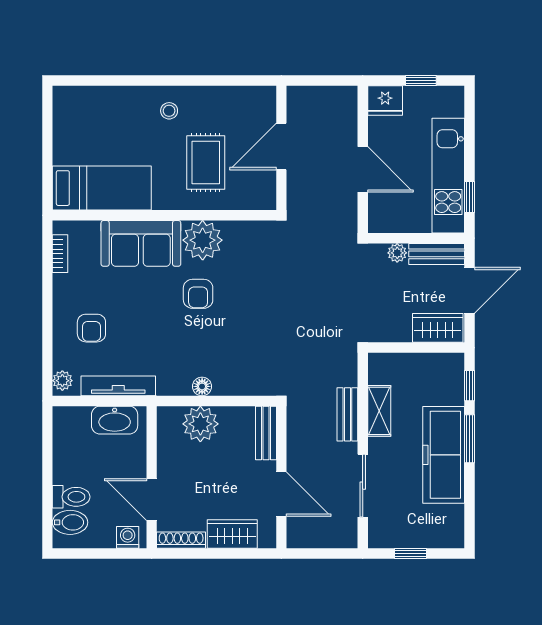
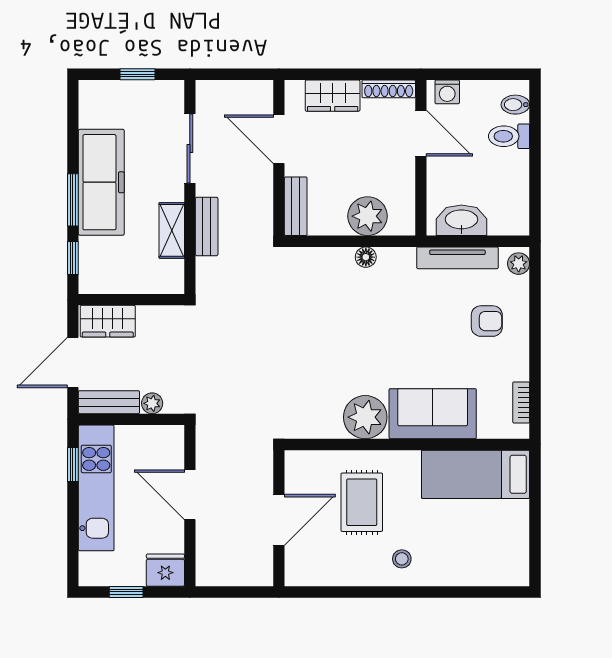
armchair: (198, 294) -> (370, 359), removed
armchair: (91, 328) -> (487, 321), turned 90
bidet: (70, 522) -> (515, 105), width x0.72, depth x0.74

